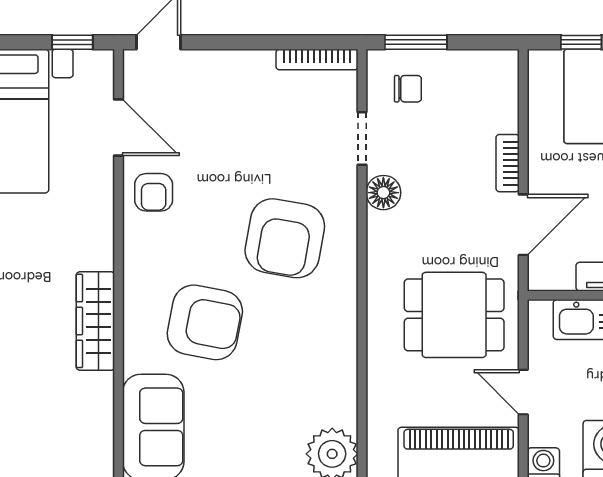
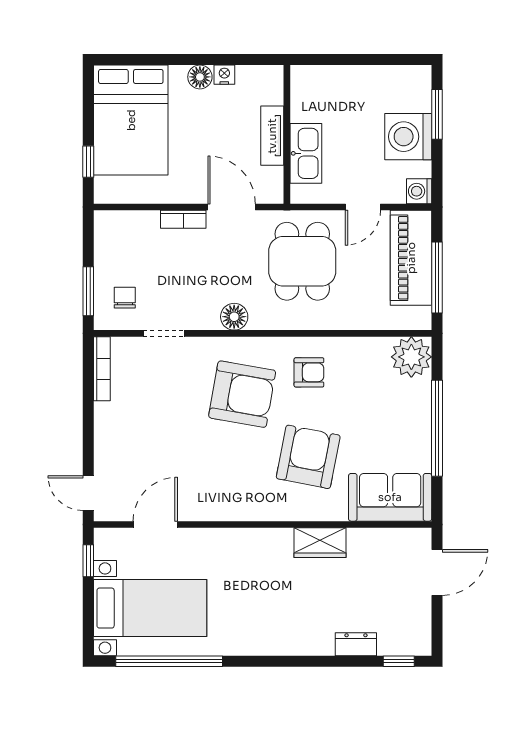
armchair: (154, 192) -> (309, 372), moved
floor lamp: (383, 193) -> (234, 317), moved
wardrobe: (95, 321) -> (320, 543), width x0.67

